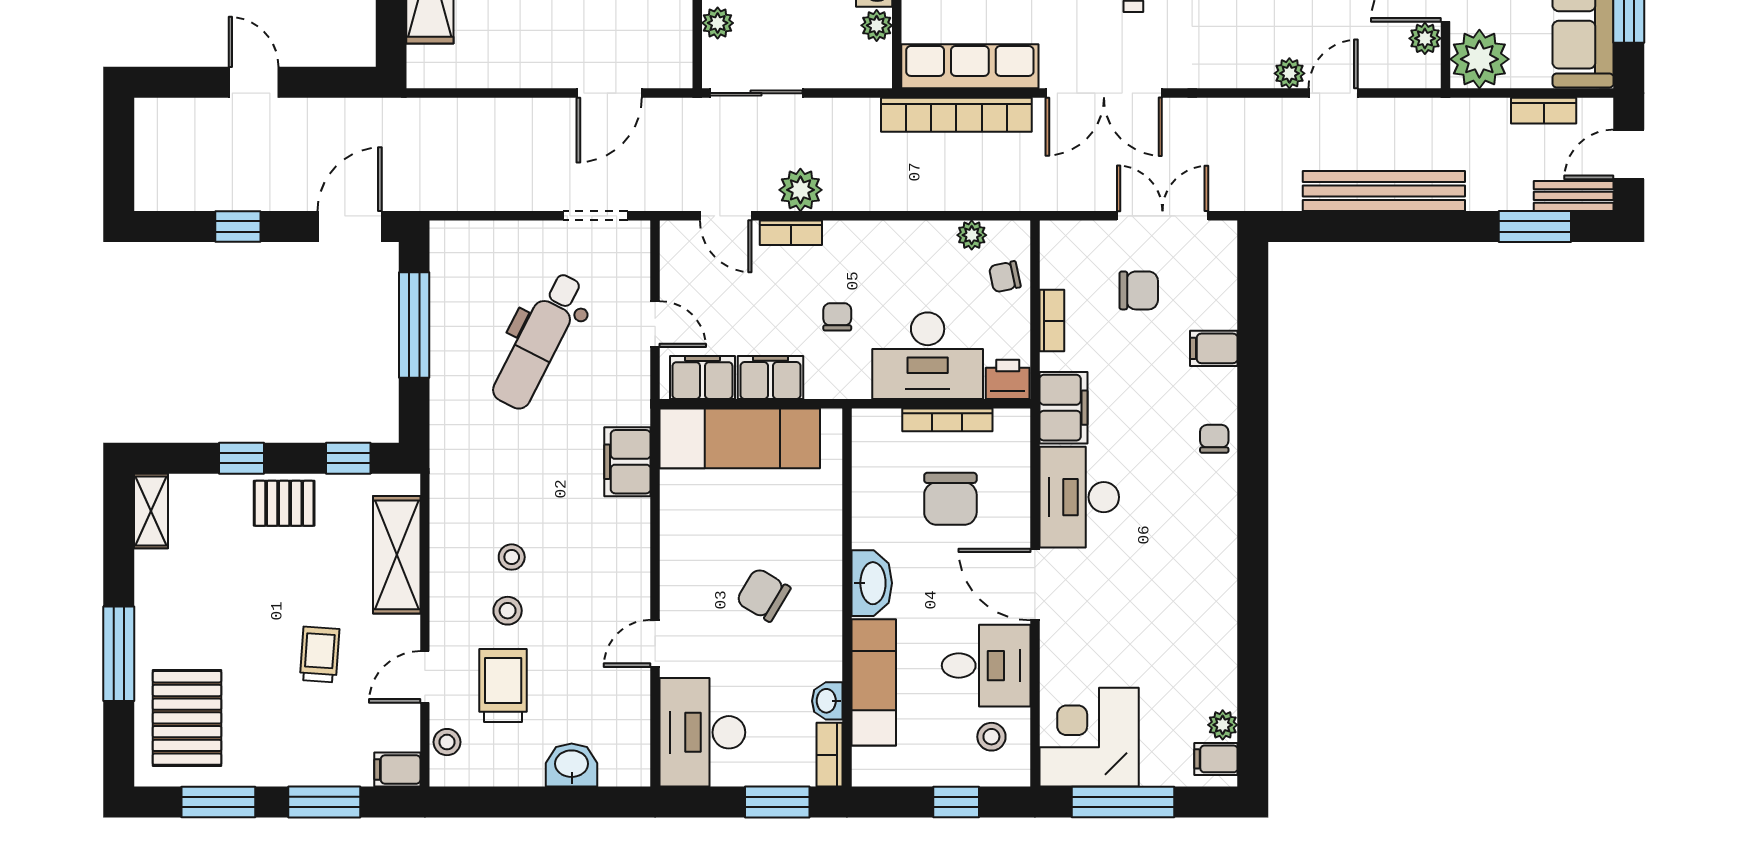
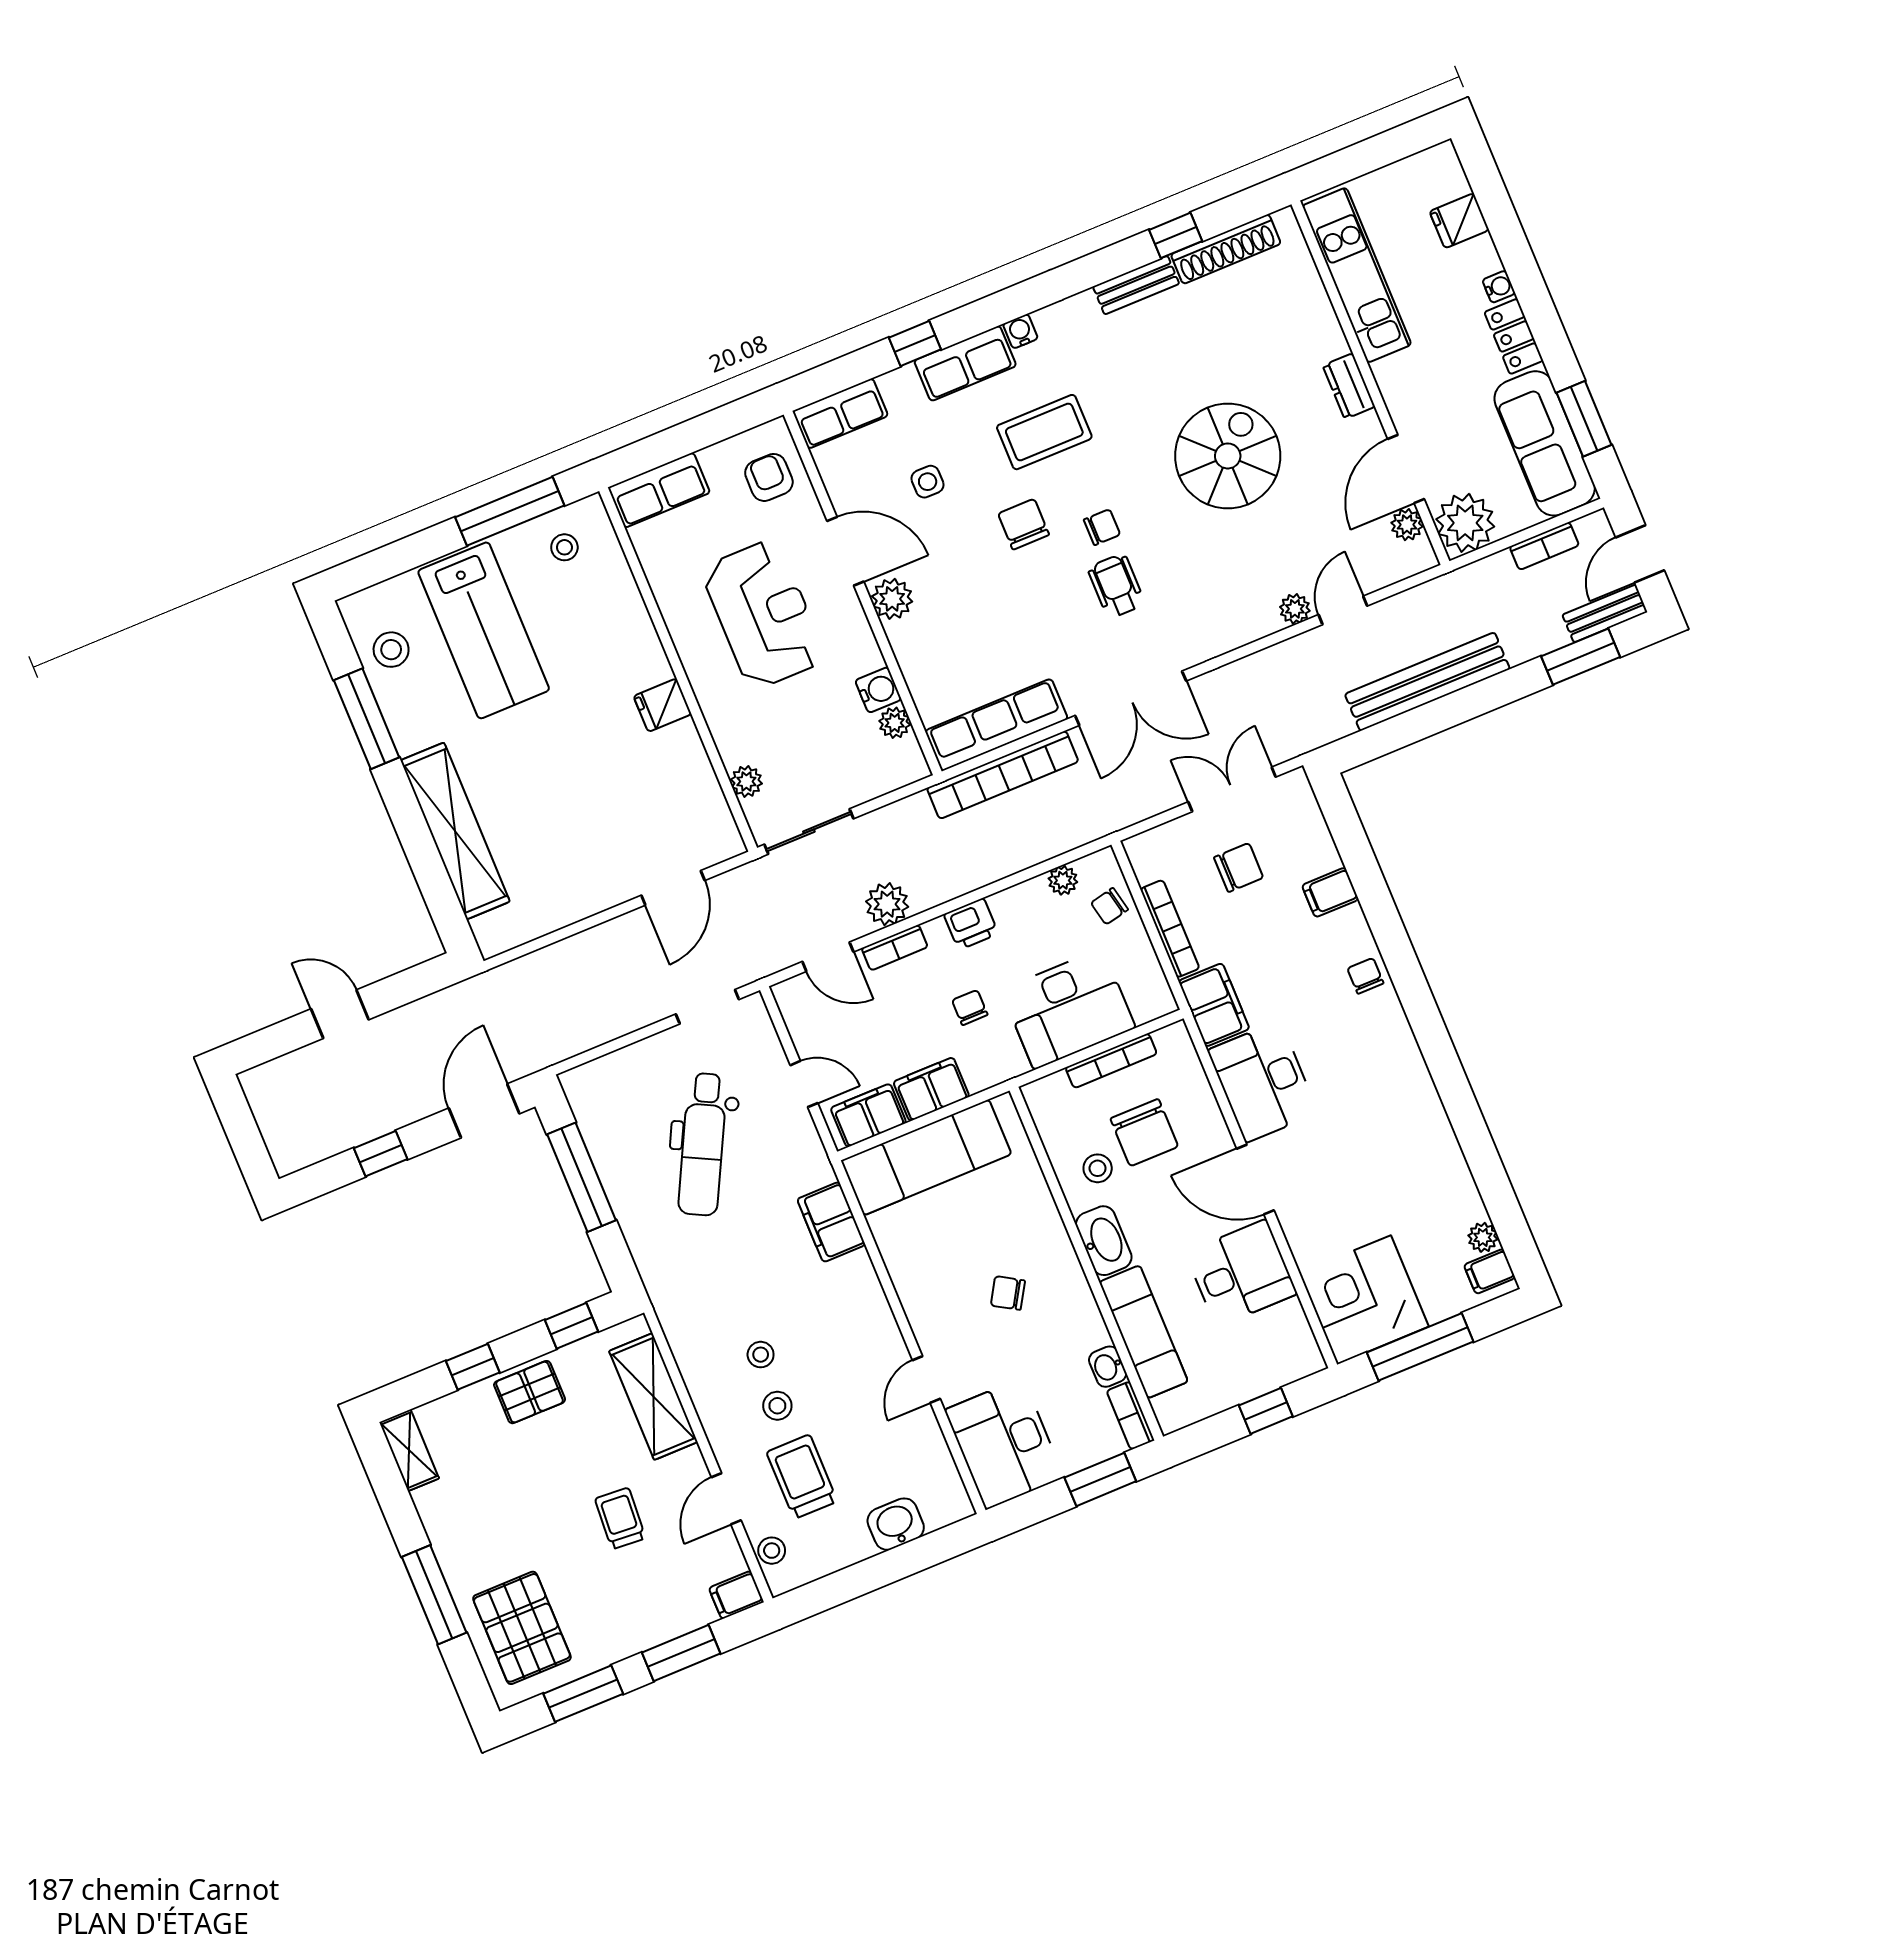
bookcase: (1052, 321) -> (1170, 929), width x1.56
printer: (1008, 379) -> (971, 924), moved, turned 180
chair: (763, 595) -> (1008, 1293), width x0.73, depth x0.73
stool: (991, 737) -> (1098, 1168), moved

